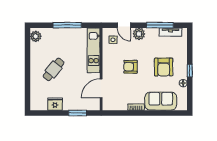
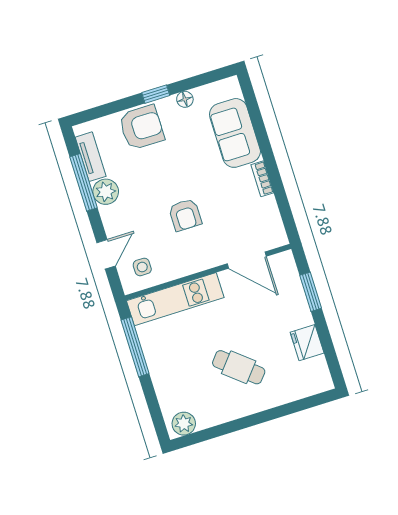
window: (67, 25) -> (135, 347), moved
plant: (139, 34) -> (106, 192), moved
armchair: (164, 67) -> (142, 127), moved

